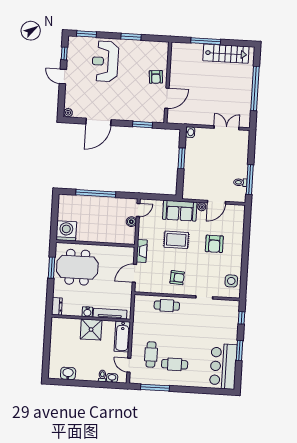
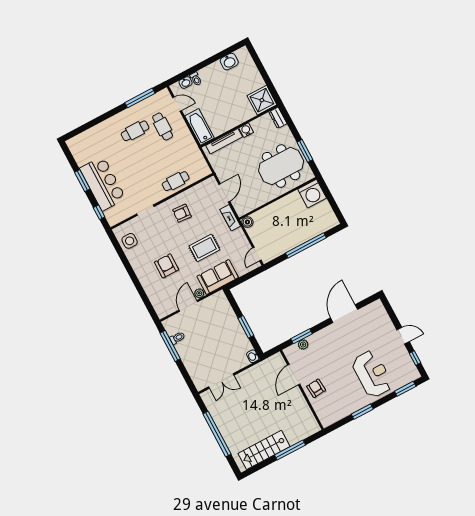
plant: (68, 113) -> (303, 344), moved
boiler: (131, 222) -> (247, 222), moved
shower: (91, 330) -> (262, 100), moved
bar counter: (223, 366) -> (103, 184), moved

